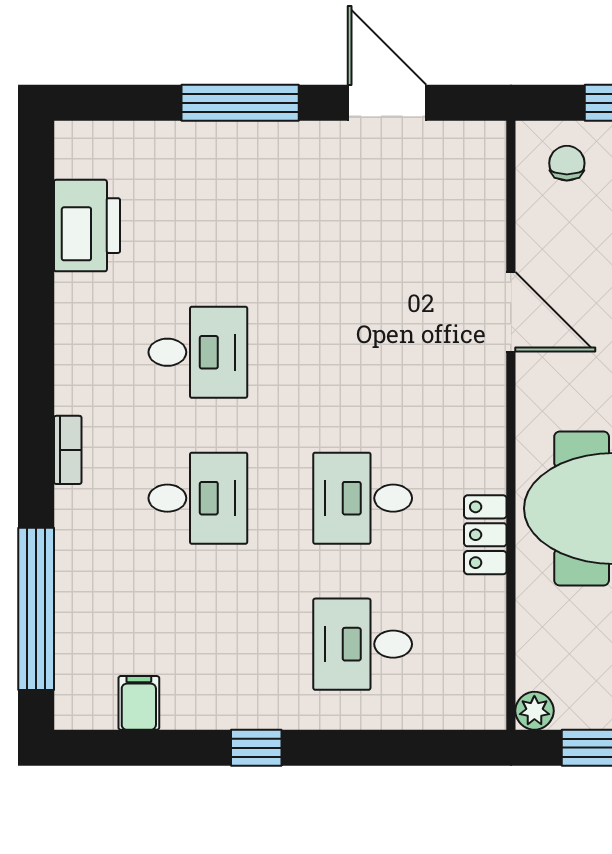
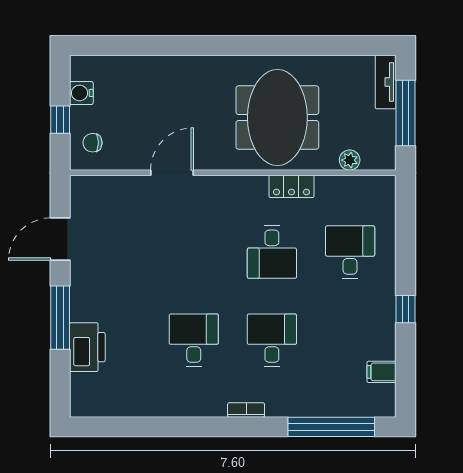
printer: (87, 226) -> (87, 347), moved, turned 90
desk: (363, 644) -> (350, 252), turned 180
plant: (534, 711) -> (350, 160), moved

